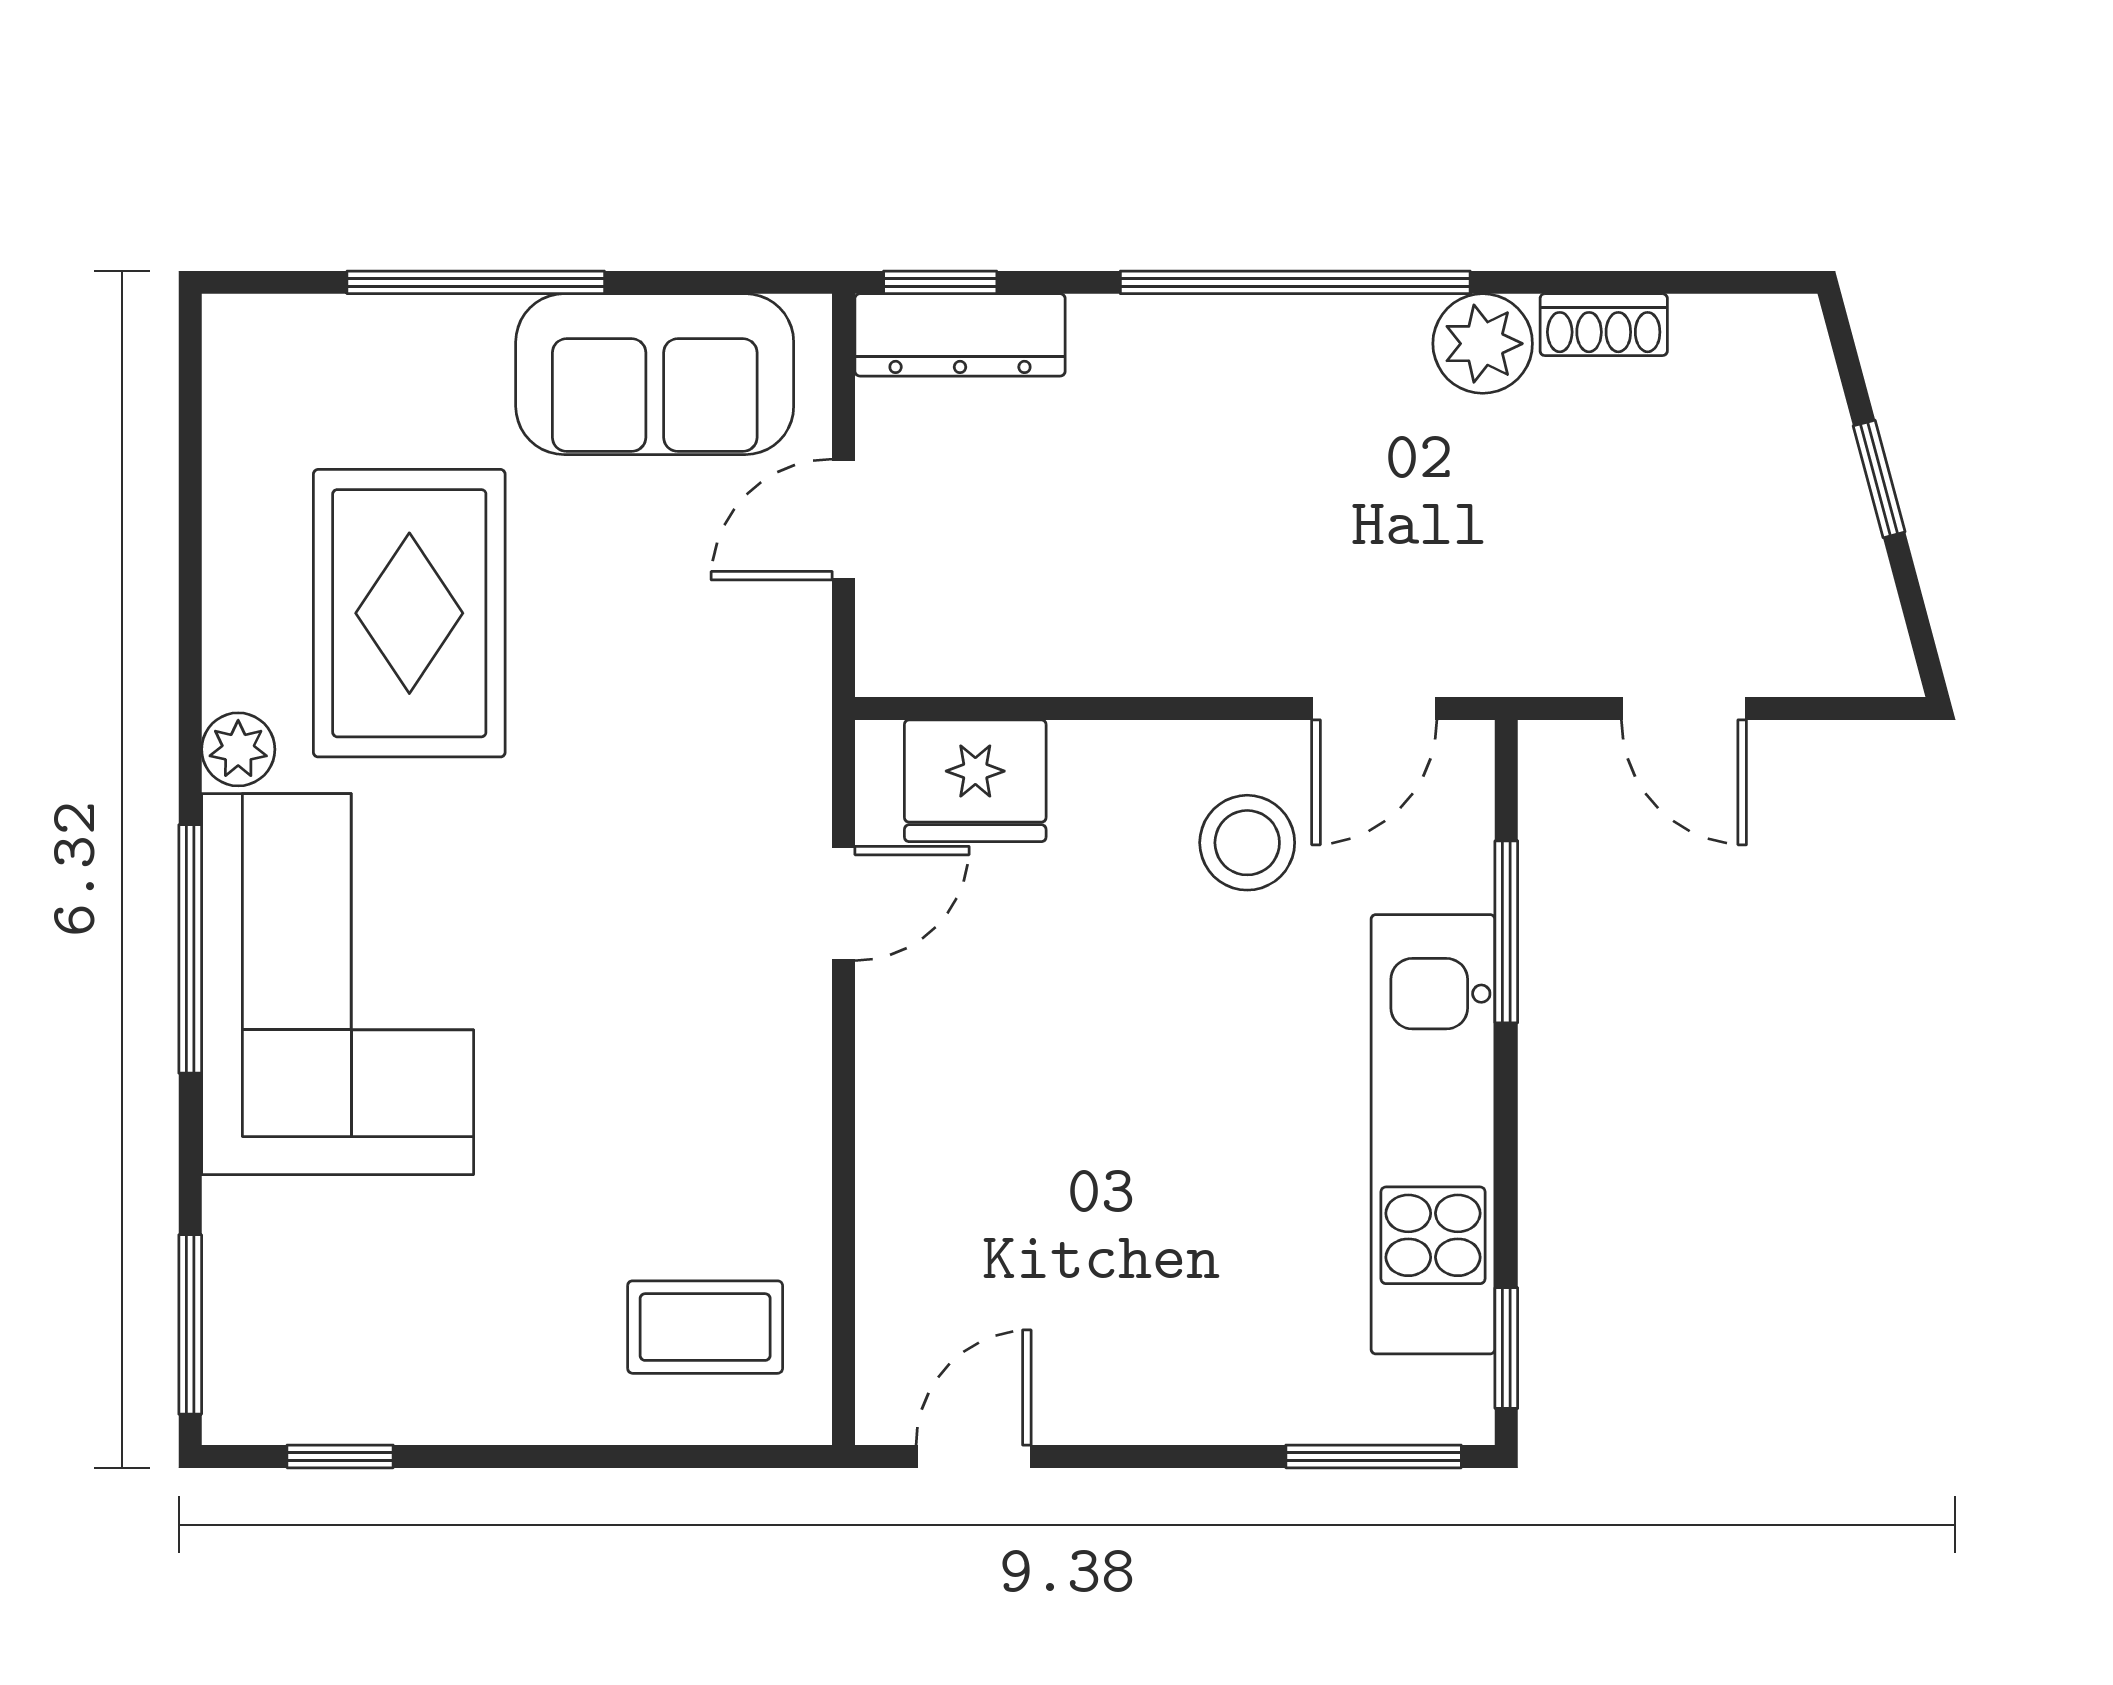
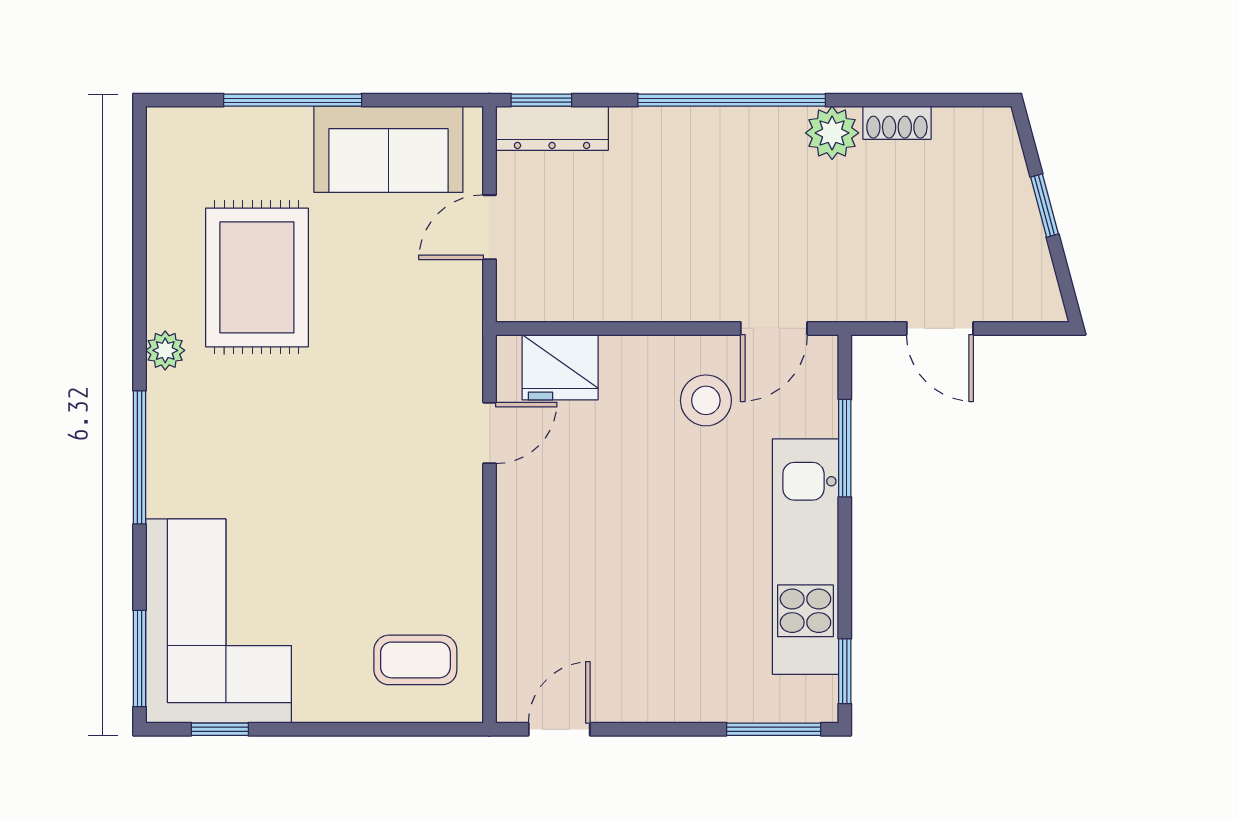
corner sofa: (338, 984) -> (218, 621), moved

